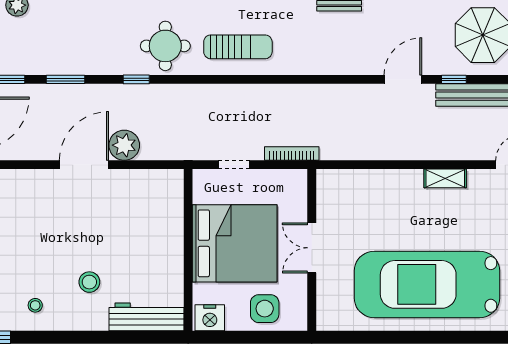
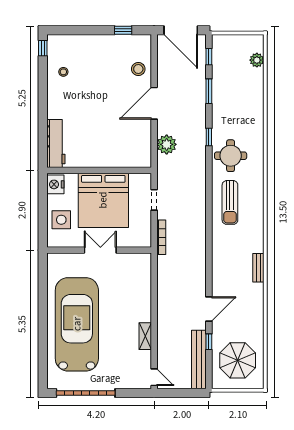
door: (403, 79) -> (209, 309), hinge flipped
plant: (124, 145) -> (167, 144), moved
door: (84, 165) -> (154, 103), swing flipped
stool: (89, 282) -> (138, 69), moved

